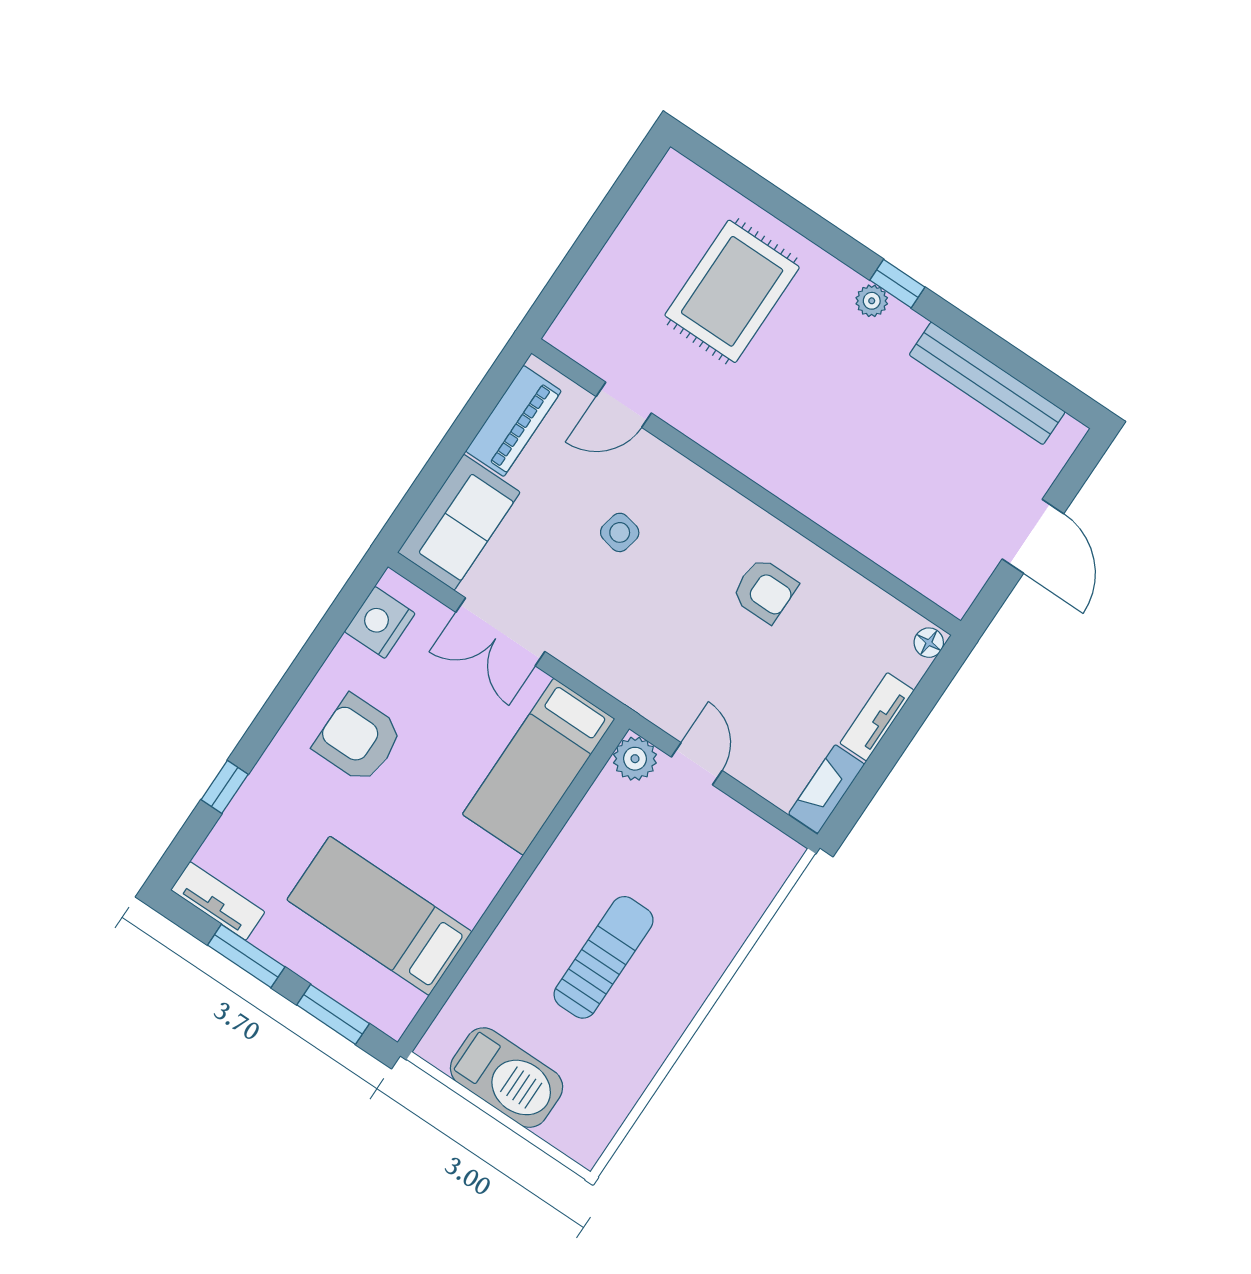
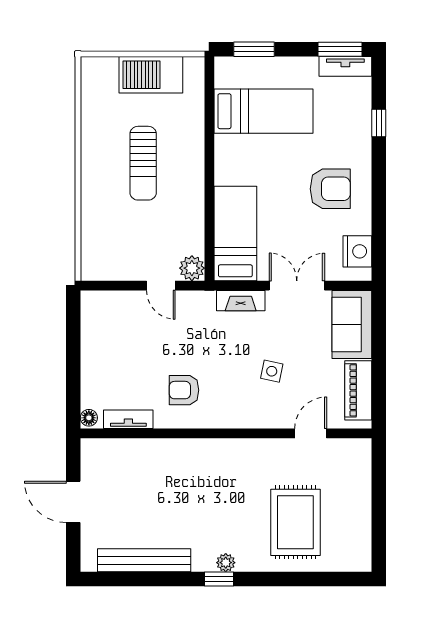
tv unit: (877, 717) -> (128, 419), moved, turned -90
fireplace: (827, 789) -> (241, 301), moved, turned 90
window: (246, 956) -> (340, 49), moved

